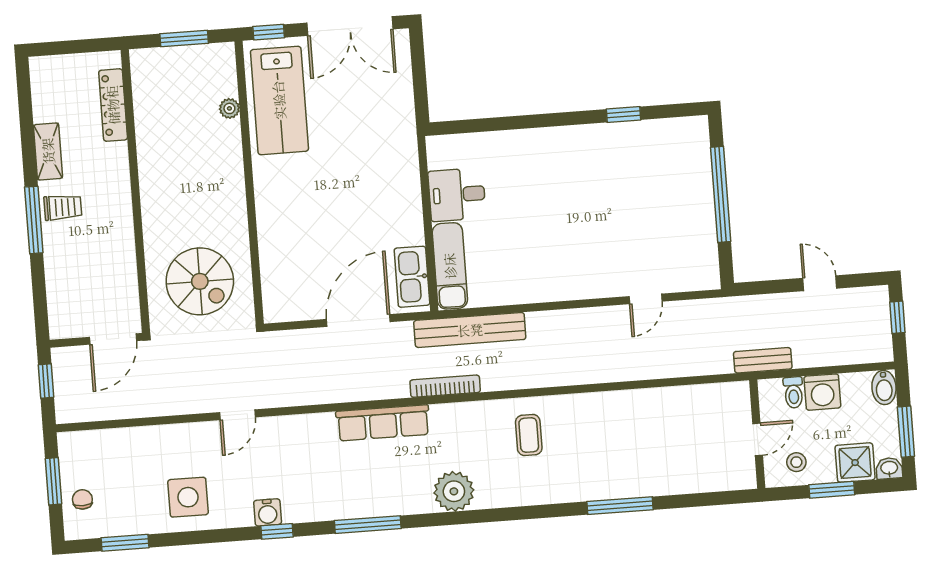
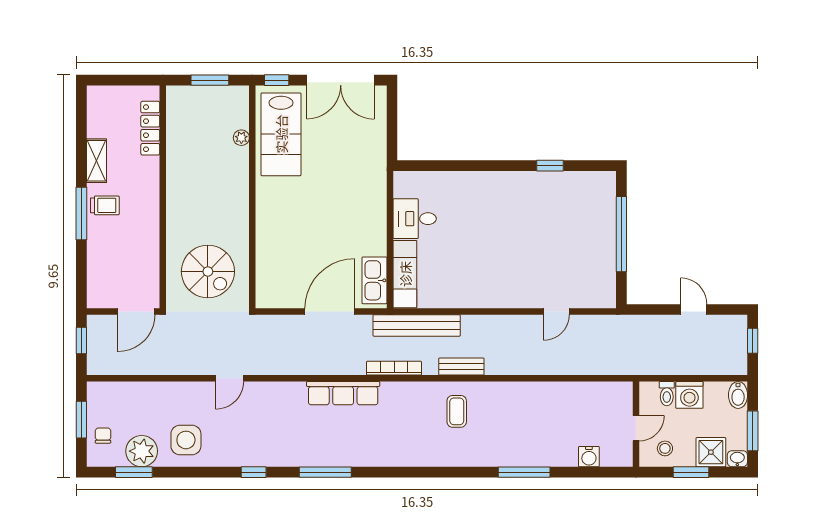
bench: (763, 360) -> (461, 367), moved
plant: (454, 491) -> (142, 451), moved
water cooler: (268, 512) -> (589, 457), moved

